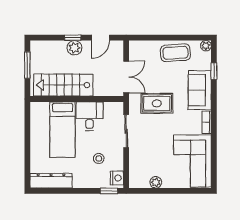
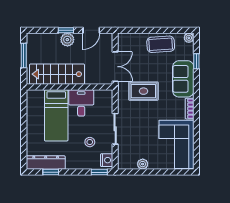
sliding door: (126, 131) -> (115, 129), moved
window: (57, 191) -> (51, 172), added

